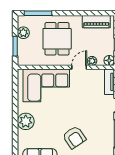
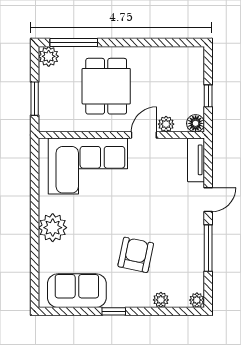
piano: (96, 22) -> (174, 57), removed
plant: (23, 33) -> (49, 56), moved
armchair: (74, 137) -> (136, 255), turned -134

